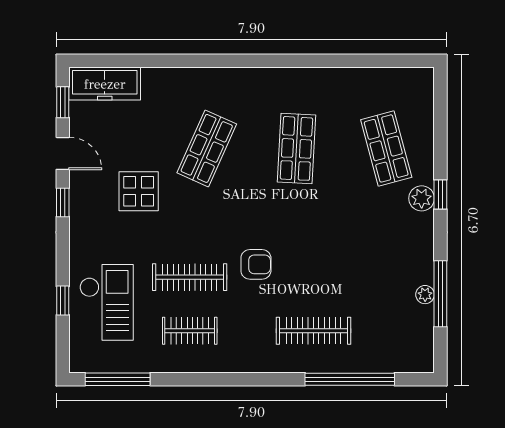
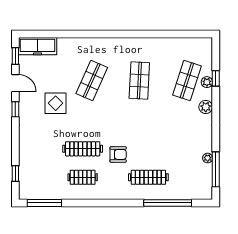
shop shelf: (386, 148) -> (187, 80), turned 33
plant: (424, 151) -> (207, 82), added
window: (440, 194) -> (216, 78), moved
armchair: (256, 264) -> (118, 154), moved
window: (440, 294) -> (216, 169), moved
window: (63, 301) -> (15, 173), moved
checkout: (106, 302) -> (38, 162), removed

